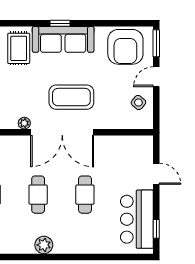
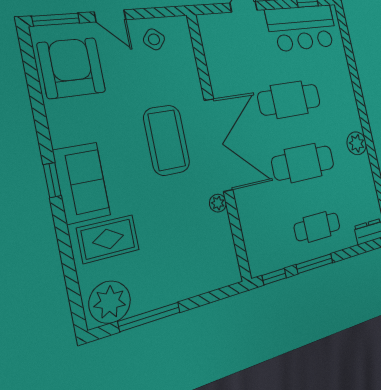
sofa: (63, 39) -> (82, 183), width x0.73
armchair: (125, 47) -> (72, 68), turned -90
cafe table: (38, 195) -> (303, 163), width x1.37, depth x1.35
cafe table: (85, 195) -> (289, 100), width x1.37, depth x1.35

